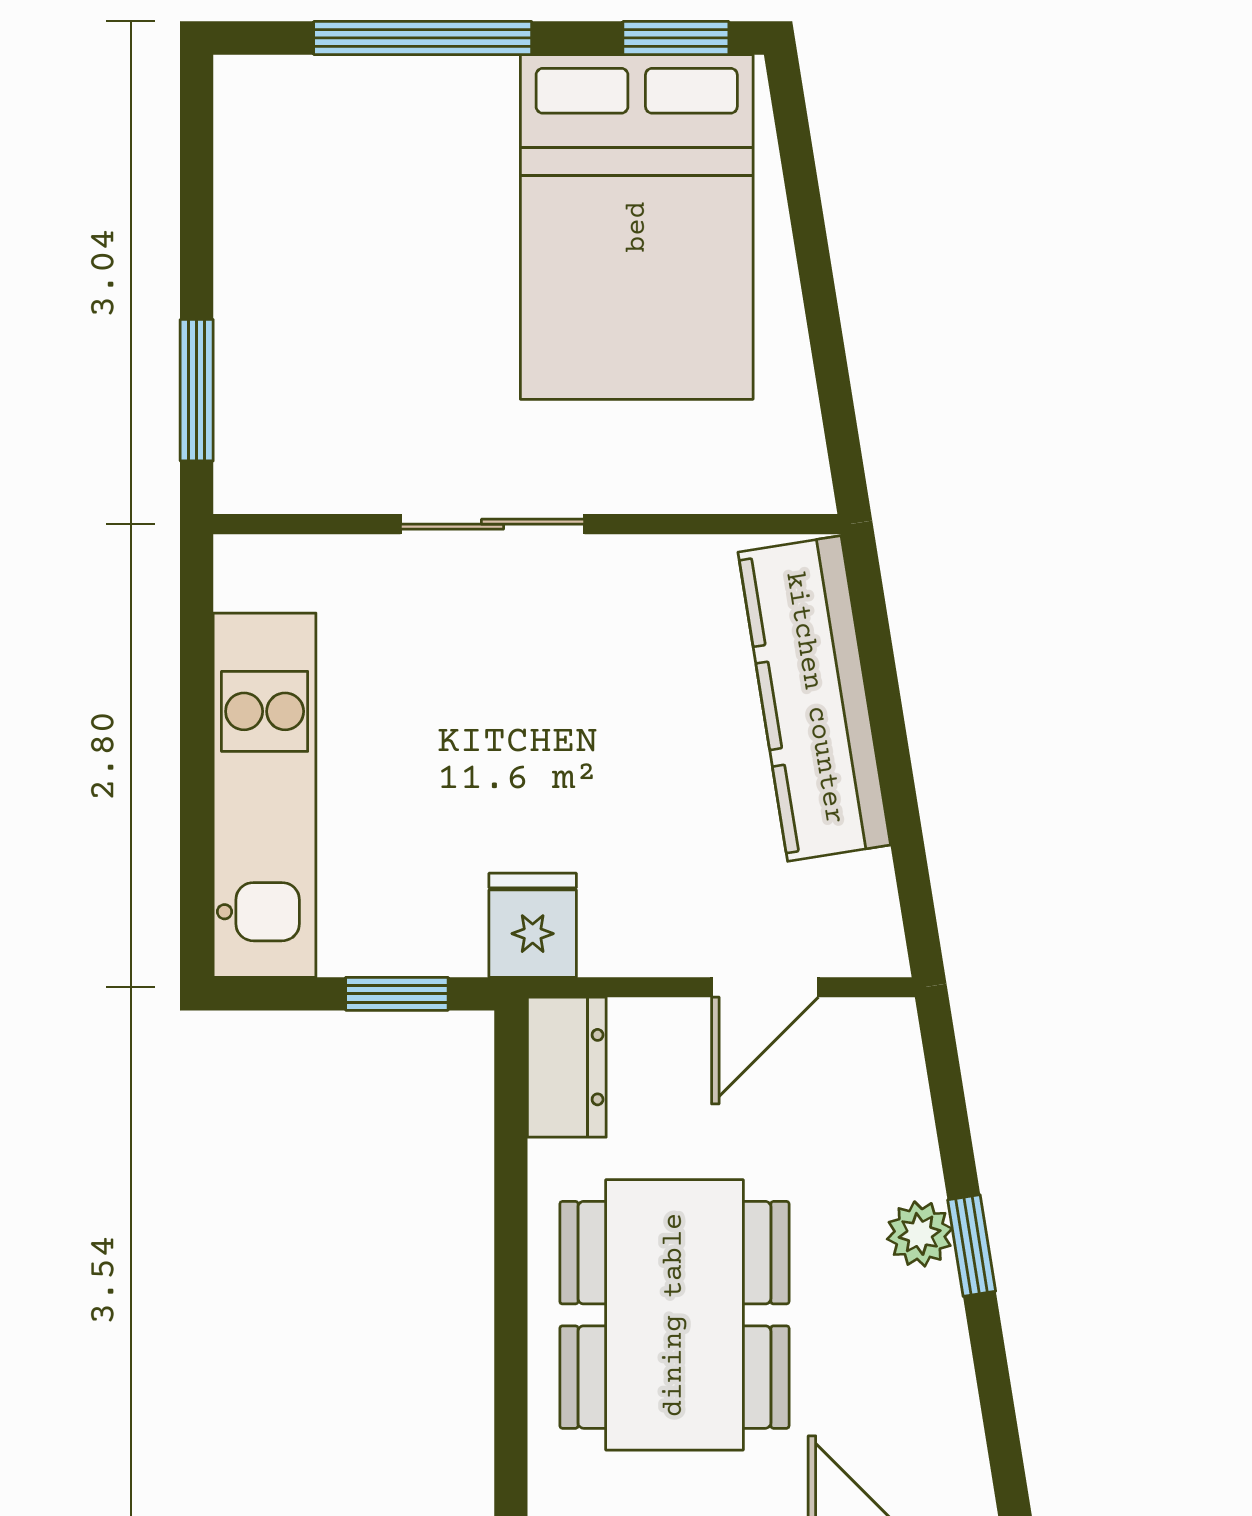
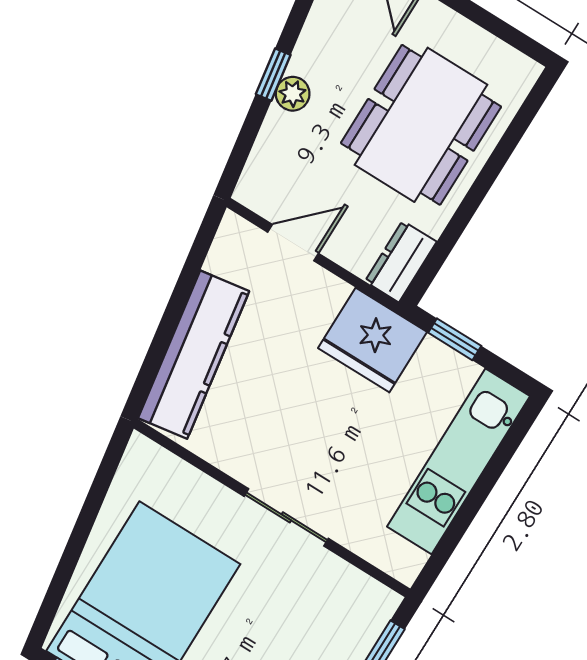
fridge: (533, 925) -> (372, 340), width x1.88, depth x1.34

